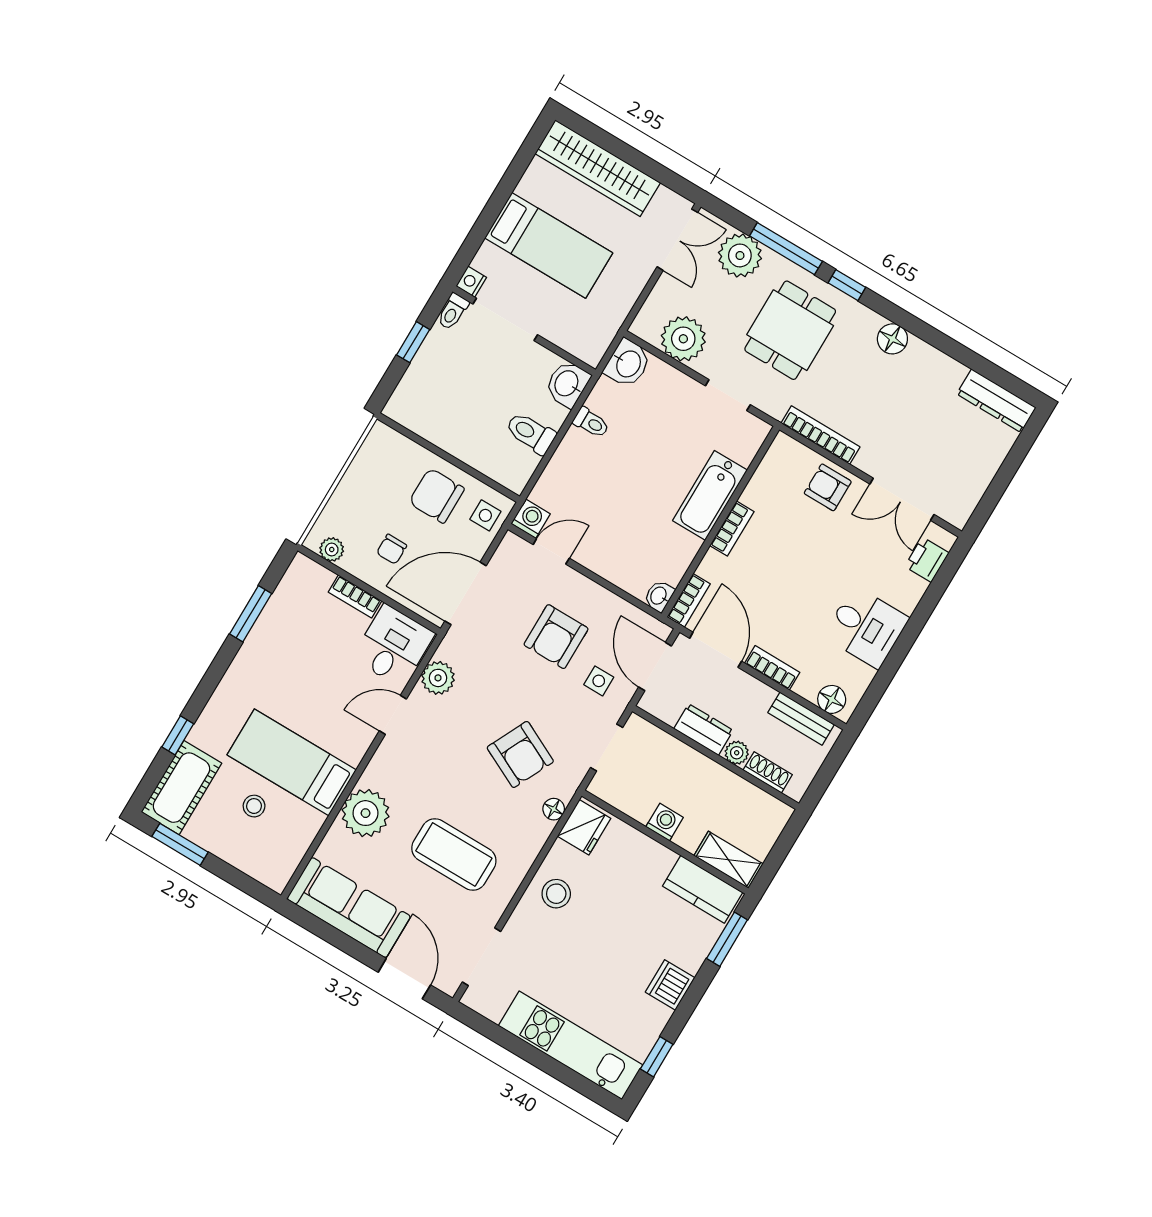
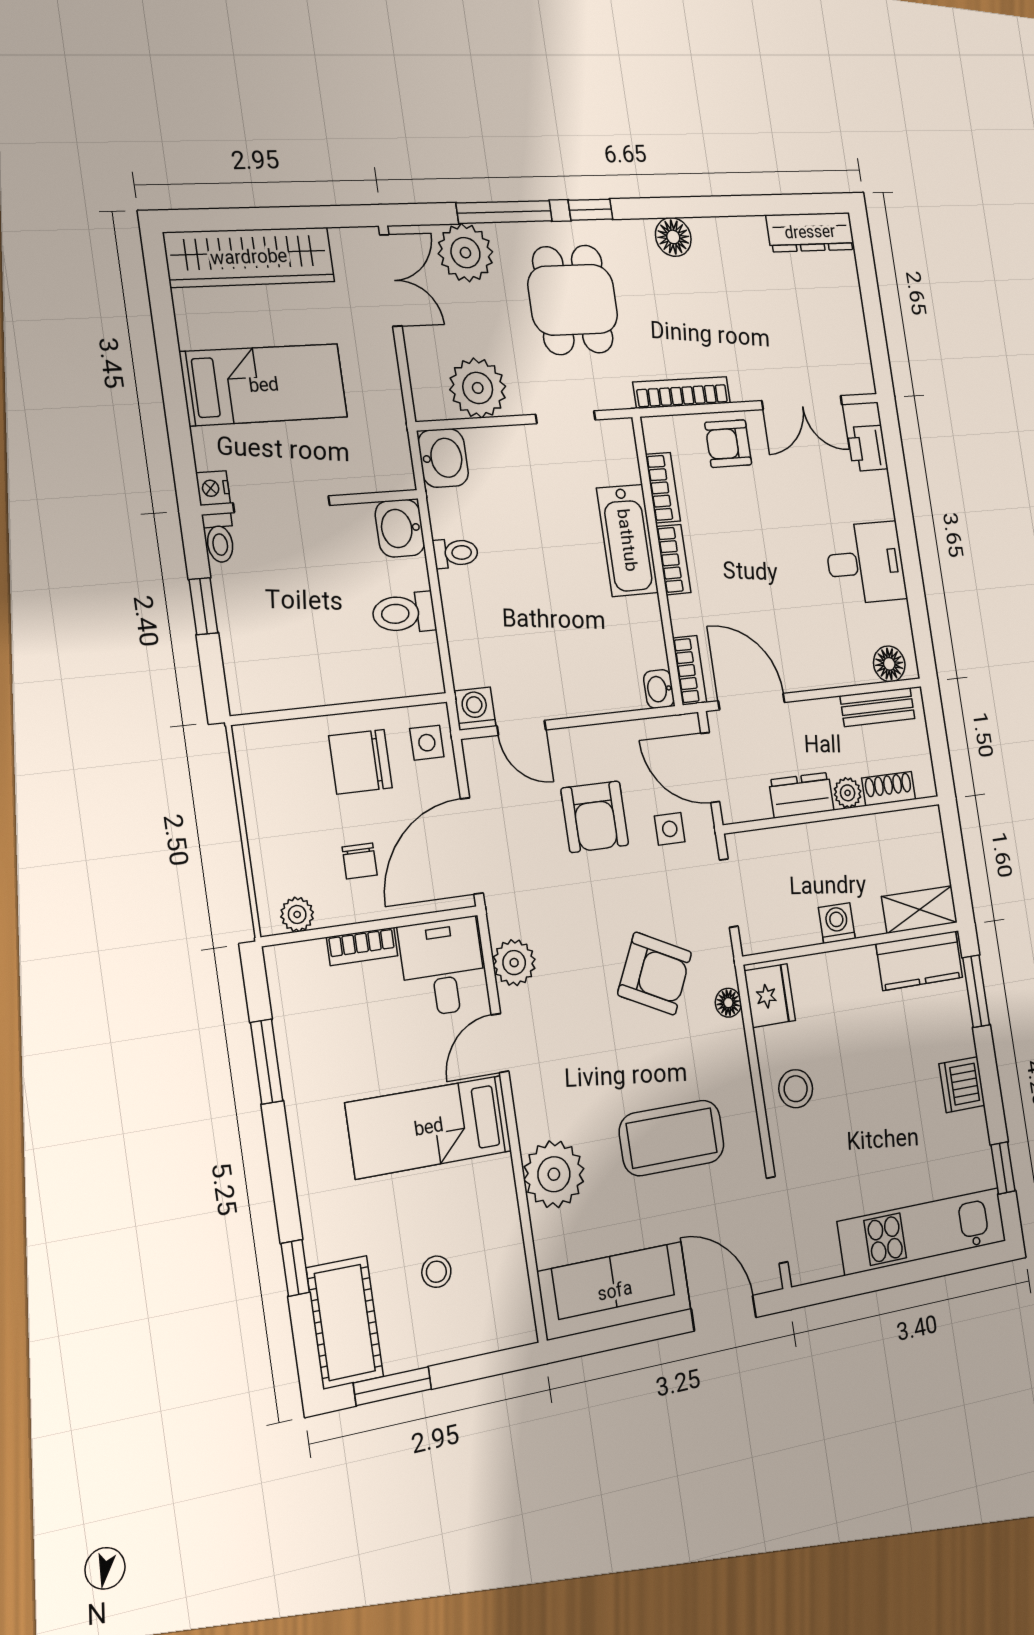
door: (551, 551) -> (521, 728), swing flipped
bookcase: (772, 668) -> (663, 488), moved, turned 90
bed: (292, 762) -> (429, 1127), moved

